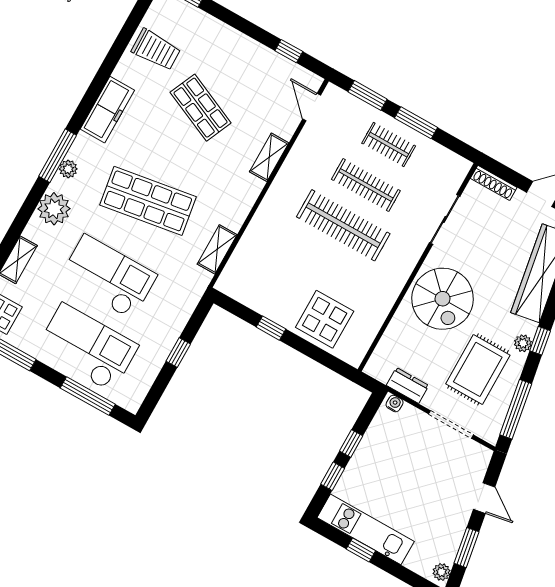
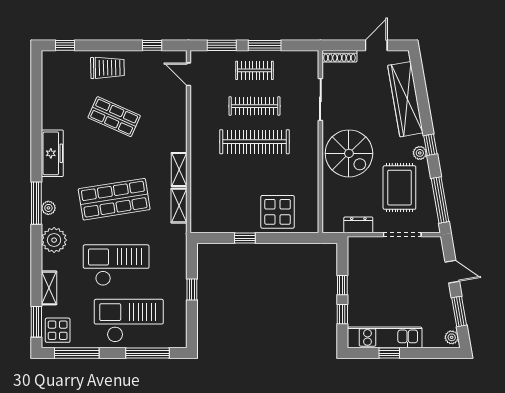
trolley: (156, 50) -> (107, 68), moved
shelving: (269, 157) -> (179, 169), moved
water cooler: (395, 404) -> (356, 242), removed

